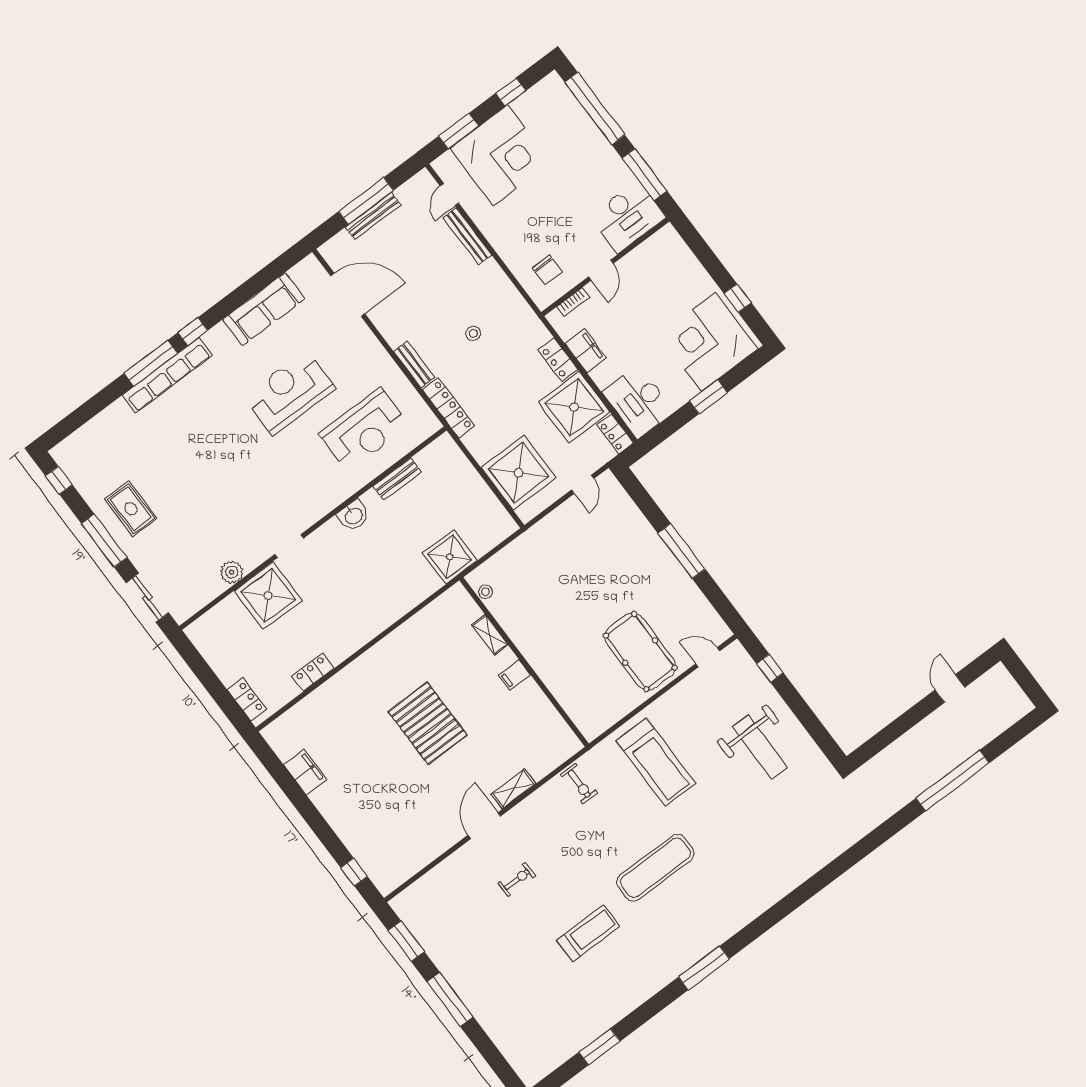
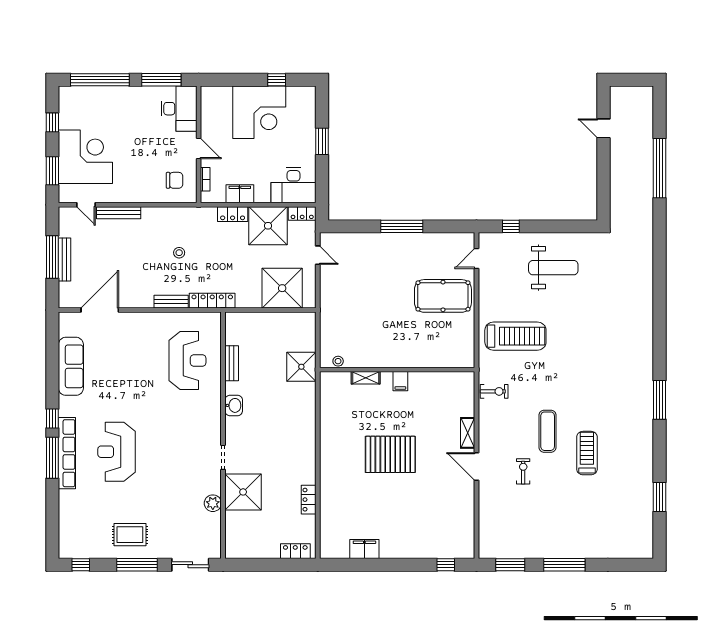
corner desk: (708, 342) -> (259, 112), moved, turned -90
reception desk: (289, 392) -> (116, 452), moved
exercise mat: (655, 868) -> (548, 431), moved, width x0.73, depth x0.69

